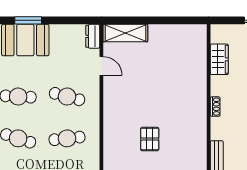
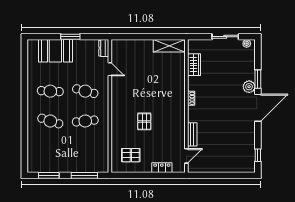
window: (28, 20) -> (70, 37), moved
shelving: (125, 33) -> (169, 46), moved

